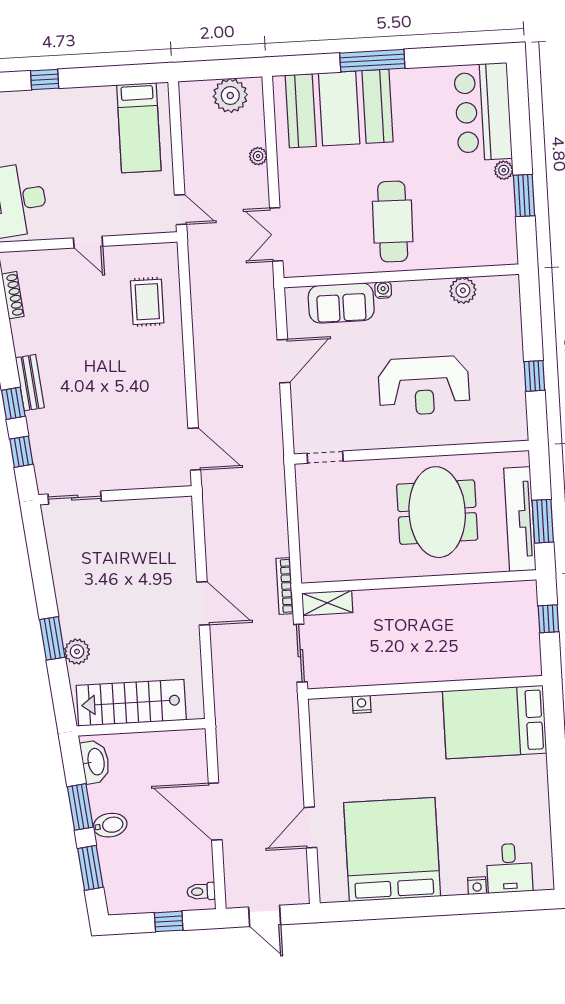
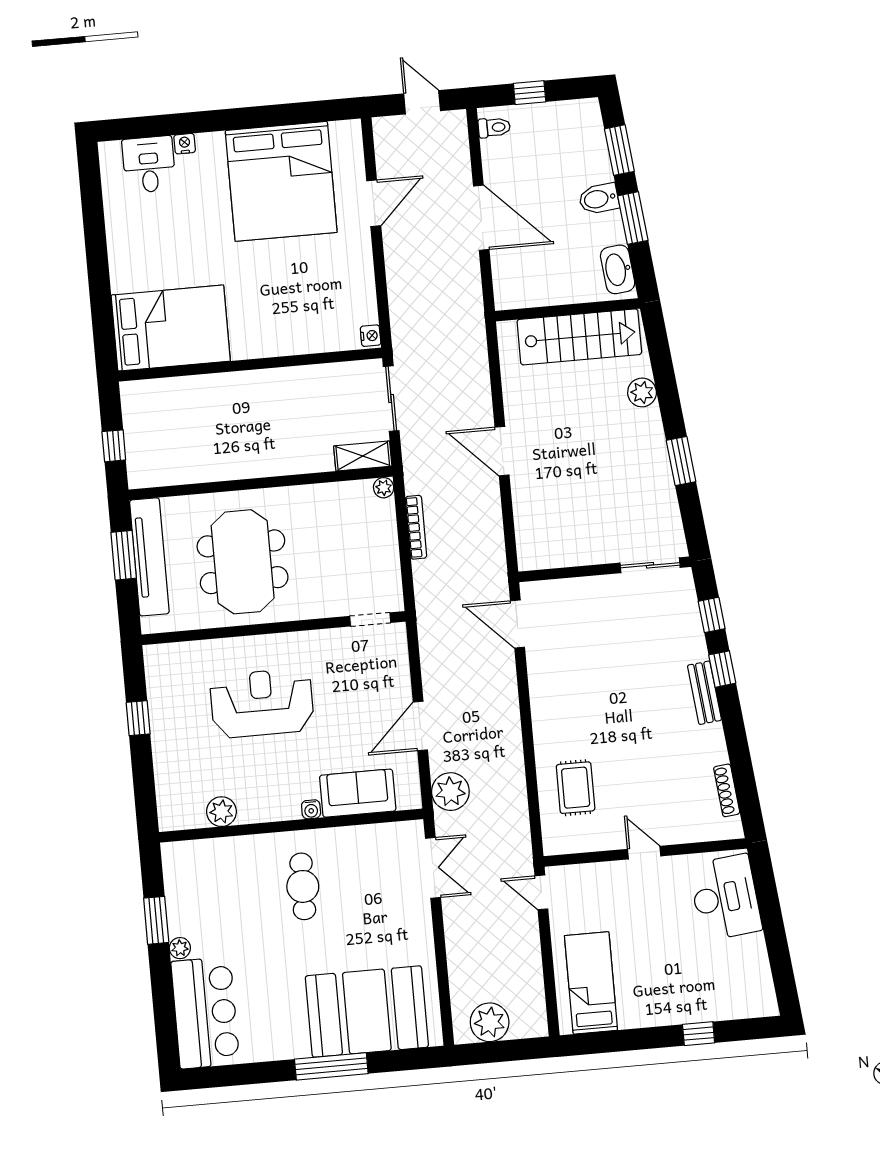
plant: (258, 156) -> (450, 792), moved, width x1.88, depth x1.88
cafe table: (393, 222) -> (303, 886), width x0.73, depth x0.74
plant: (310, 574) -> (384, 488), added
bookcase: (285, 586) -> (416, 527), moved
window: (52, 638) -> (681, 461), moved
nightstand: (362, 704) -> (371, 336), moved, turned -90

